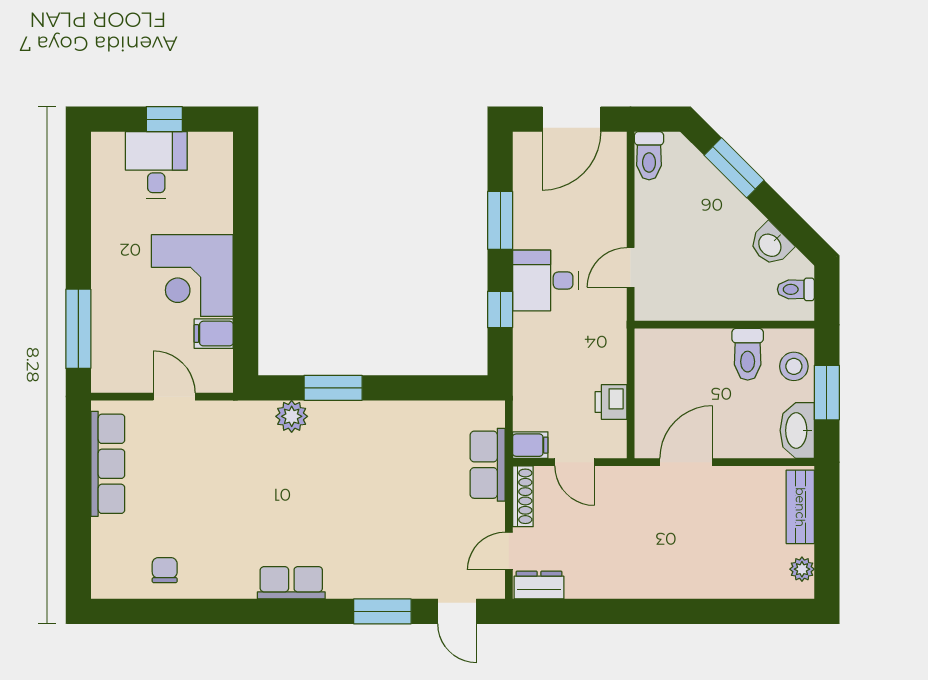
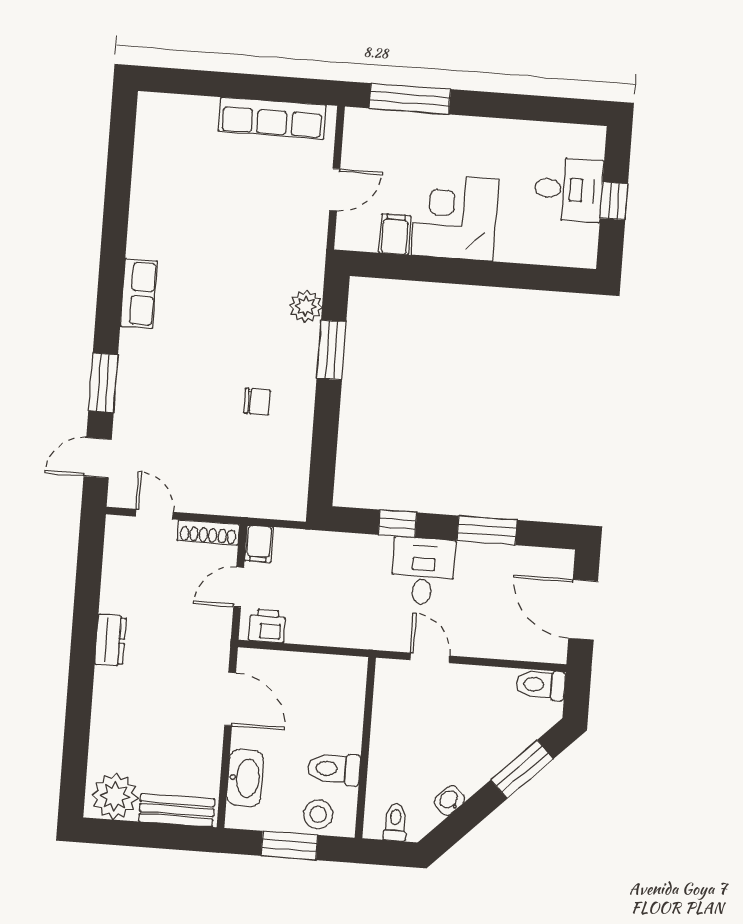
washbasin: (771, 245) -> (449, 800), width x0.72, depth x0.69
printer: (611, 402) -> (267, 626), moved
washbasin: (797, 430) -> (245, 778), moved, turned 90
row of seats: (488, 465) -> (243, 499), removed
plant: (802, 569) -> (115, 796), width x1.88, depth x1.88
chair: (165, 570) -> (257, 402), moved
dresser: (539, 585) -> (110, 640), moved

